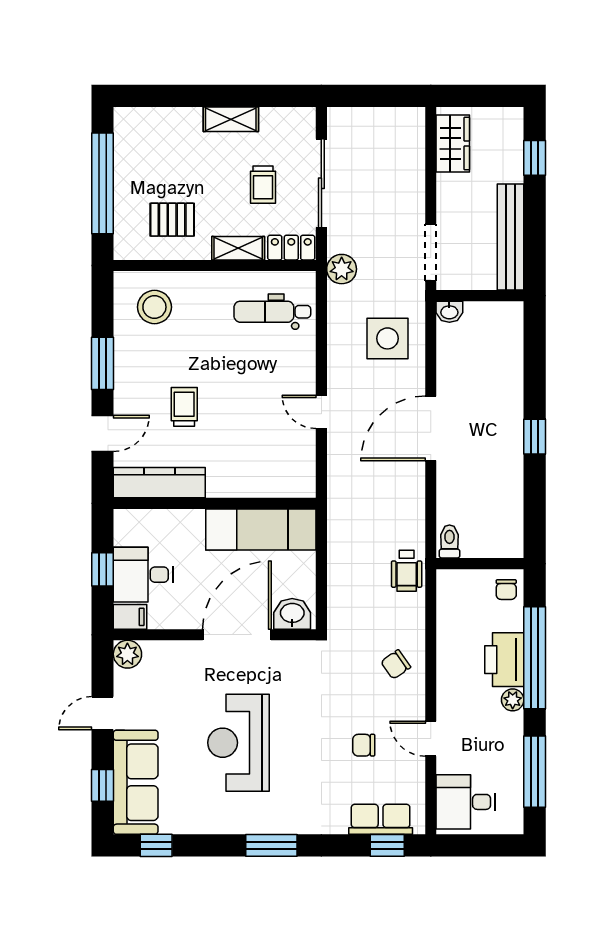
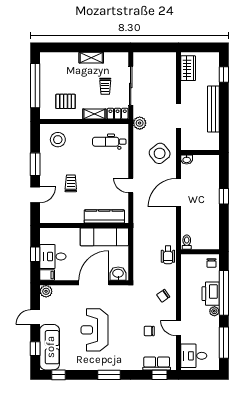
wall: (480, 296) -> (200, 153), moved
washbasin: (449, 312) -> (187, 160), moved
side table: (387, 338) -> (160, 153), turned -38
kitchen counter: (159, 483) -> (104, 216), moved

